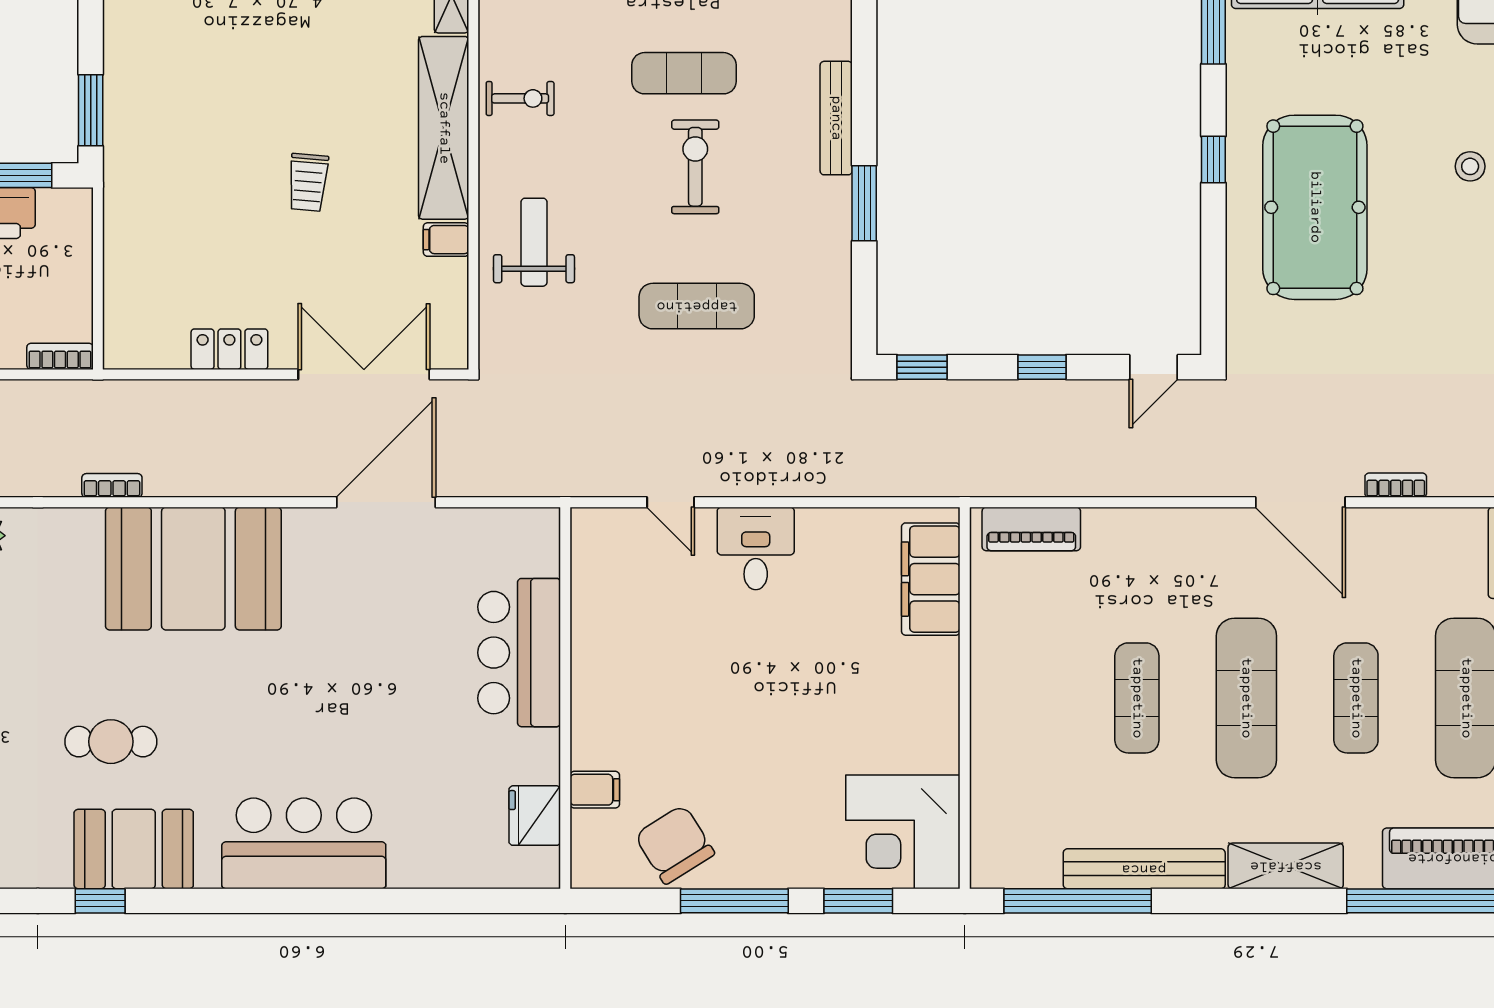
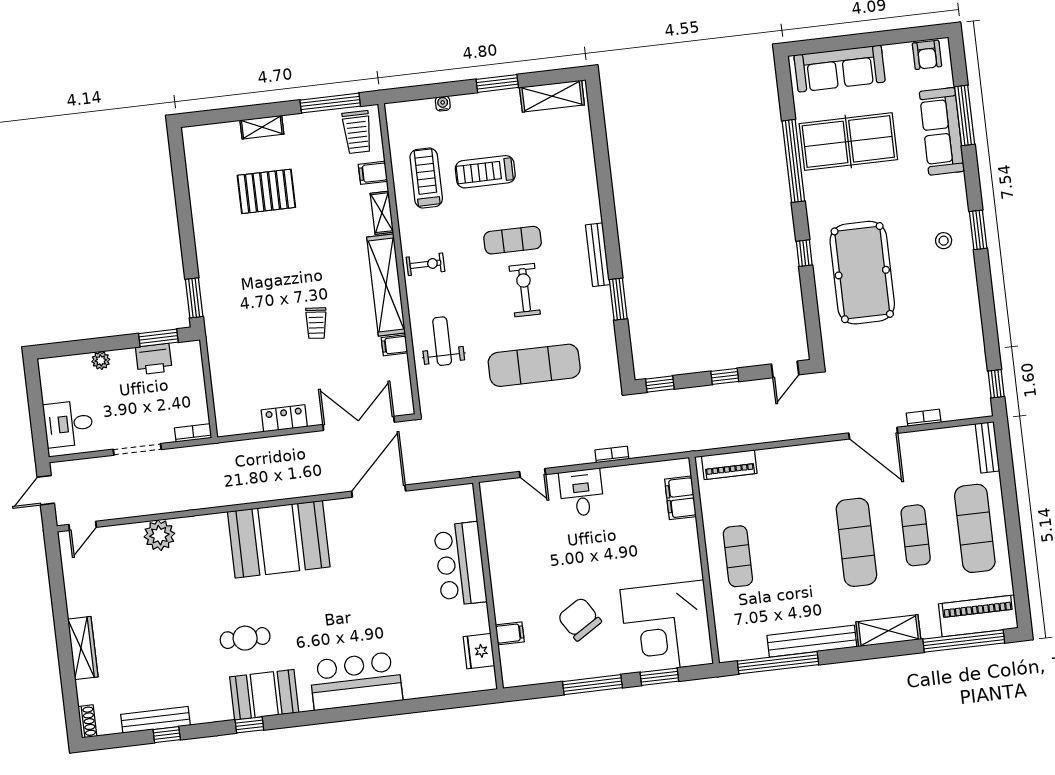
exercise mat: (697, 306) -> (534, 365), width x1.36, depth x1.45
bookcase: (112, 485) -> (612, 455), moved
filing cabinet: (931, 579) -> (680, 498), width x0.67, depth x0.86
exercise mat: (1137, 698) -> (738, 556), moved
corner desk: (903, 832) -> (667, 627), width x1.36, depth x1.36
chair: (675, 844) -> (580, 619), moved

